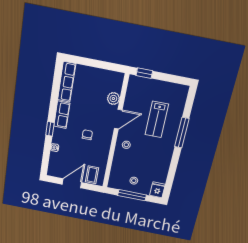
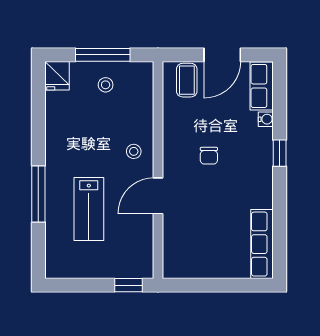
plant: (113, 99) -> (174, 231), removed
row of seats: (62, 115) -> (262, 86), moved
lab bench: (157, 119) -> (89, 209), turned 180

